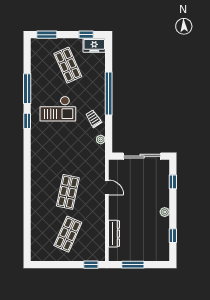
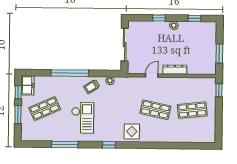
window: (47, 35) -> (18, 115), moved
window: (27, 121) -> (109, 145), moved
display table: (43, 165) -> (132, 131), added
window: (173, 182) -> (159, 18), moved
shop shelf: (68, 234) -> (192, 110), turned -30
dresser: (114, 234) -> (175, 70), moved

